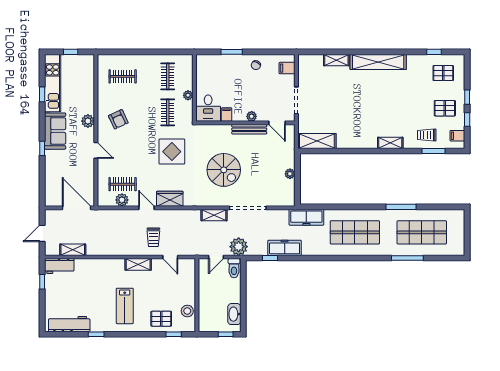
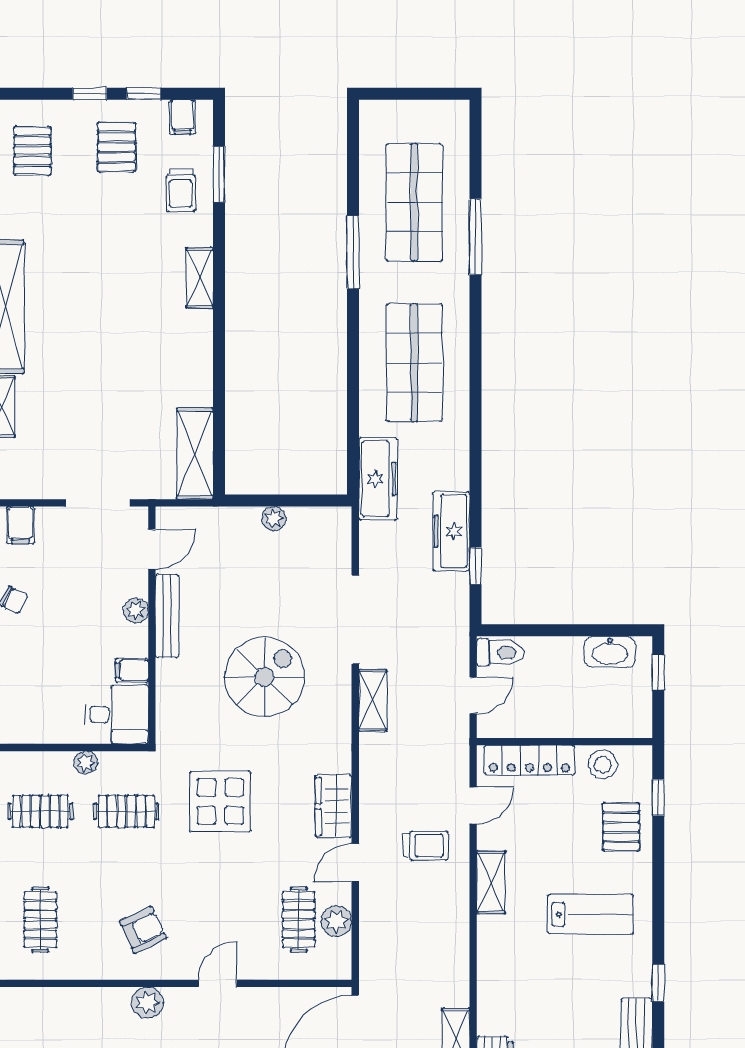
plant: (239, 247) -> (448, 641), removed
door: (216, 257) -> (473, 695), hinge flipped
locker: (189, 280) -> (529, 760), added

